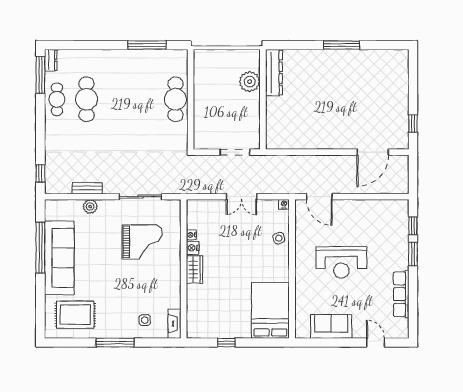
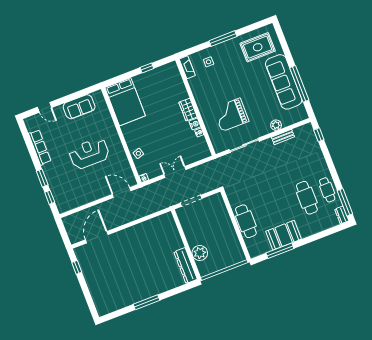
booth: (134, 63) -> (284, 235), added

